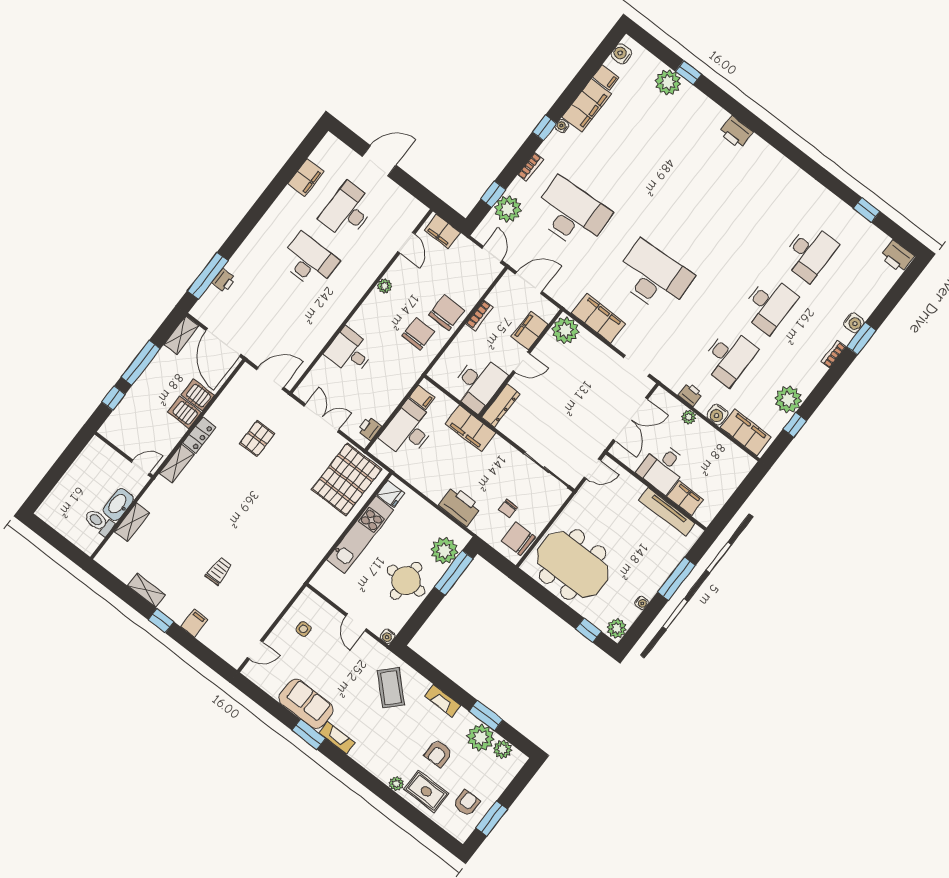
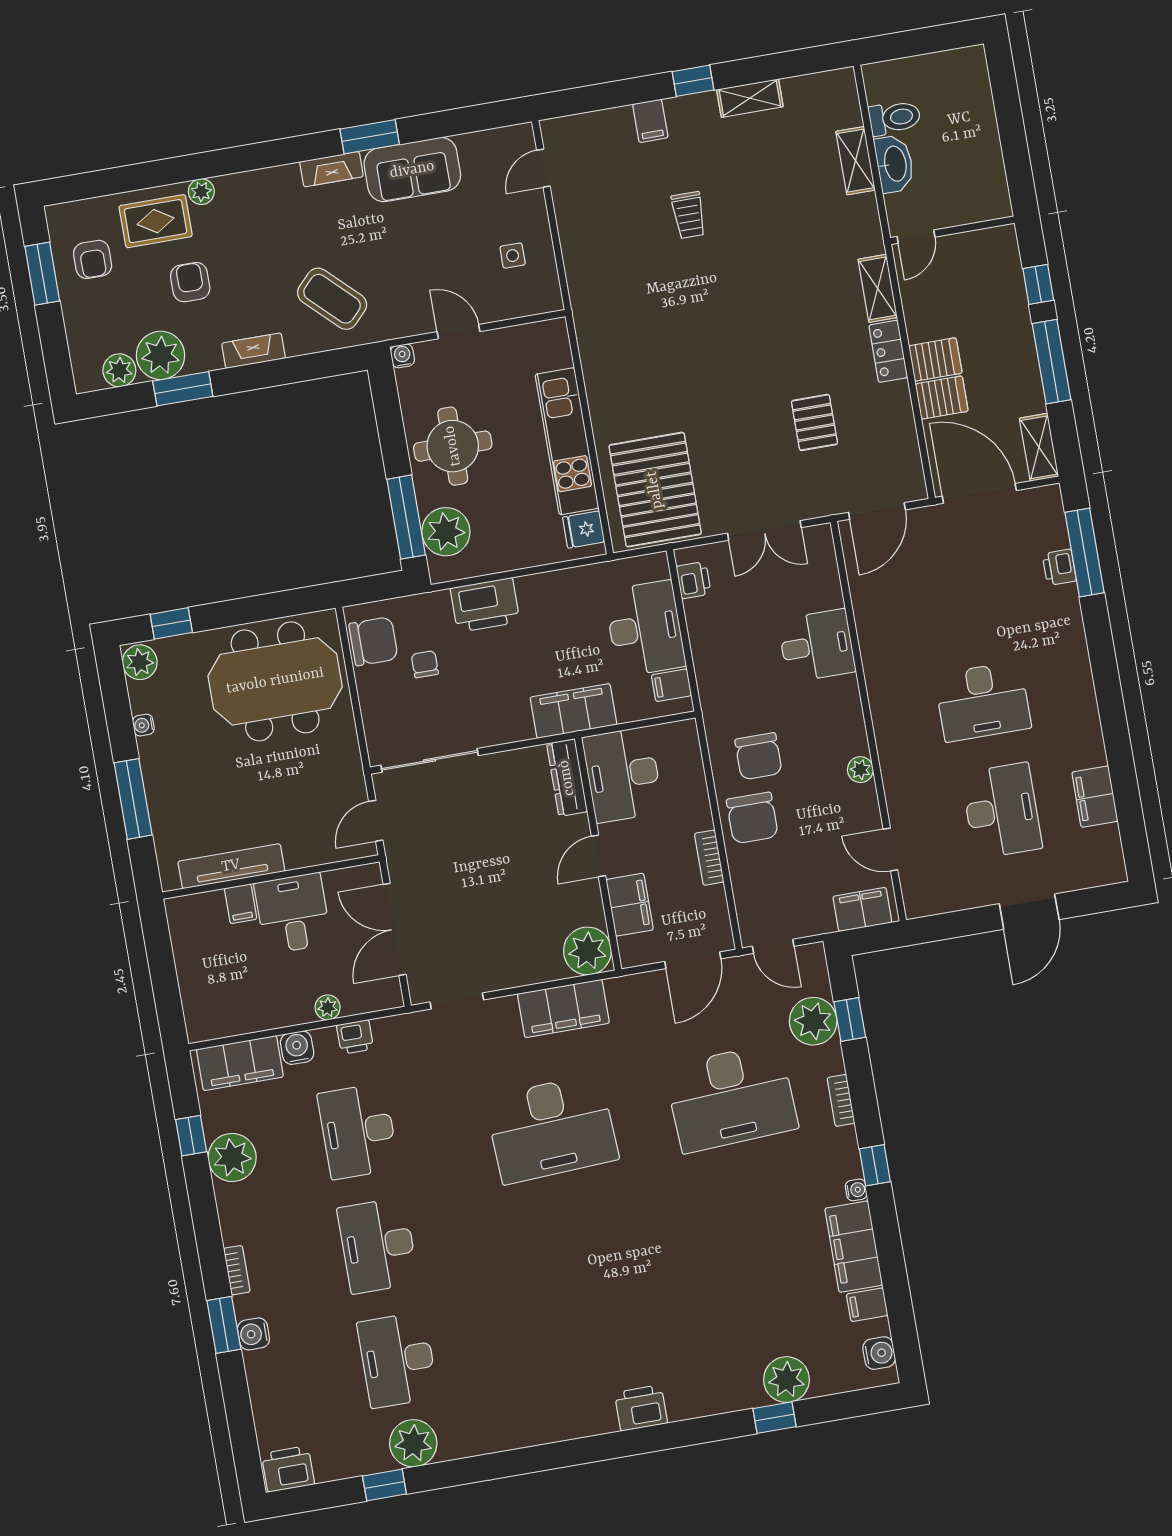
plant: (838, 214) -> (413, 1443), added
filing cabinet: (685, 498) -> (241, 904), width x0.50

